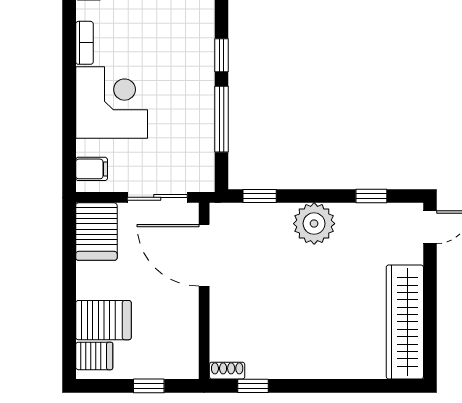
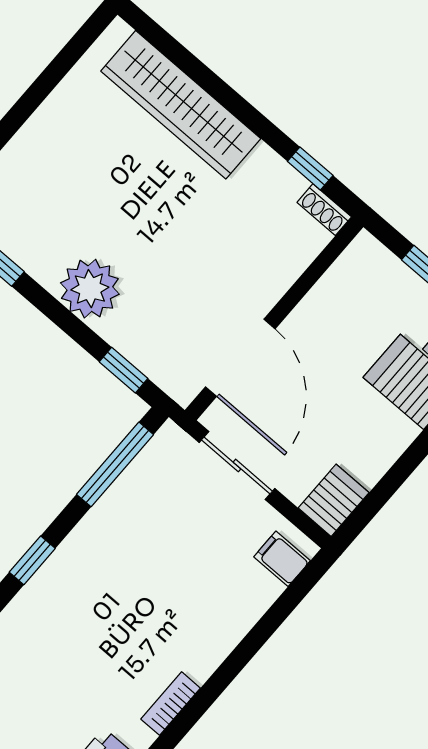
corner desk: (112, 102) -> (197, 613), removed
window: (221, 119) -> (115, 464), moved
server rack: (96, 232) -> (334, 500), width x0.73, depth x0.70
wardrobe: (405, 322) -> (181, 105), moved, turned 90

